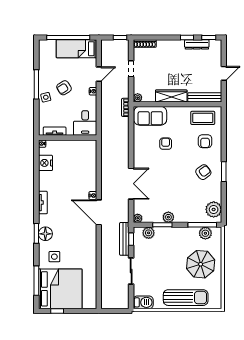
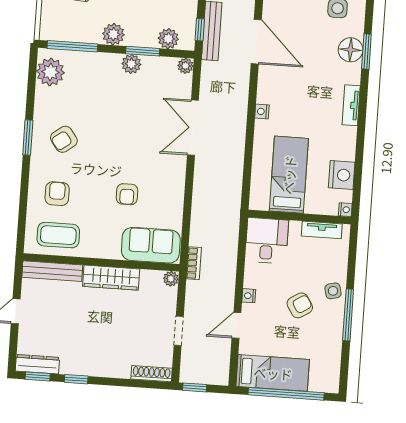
dresser: (197, 44) -> (37, 364), moved
bed: (75, 161) -> (289, 175), added
door: (99, 212) -> (256, 42), moved
plant: (205, 233) -> (113, 34), moved

